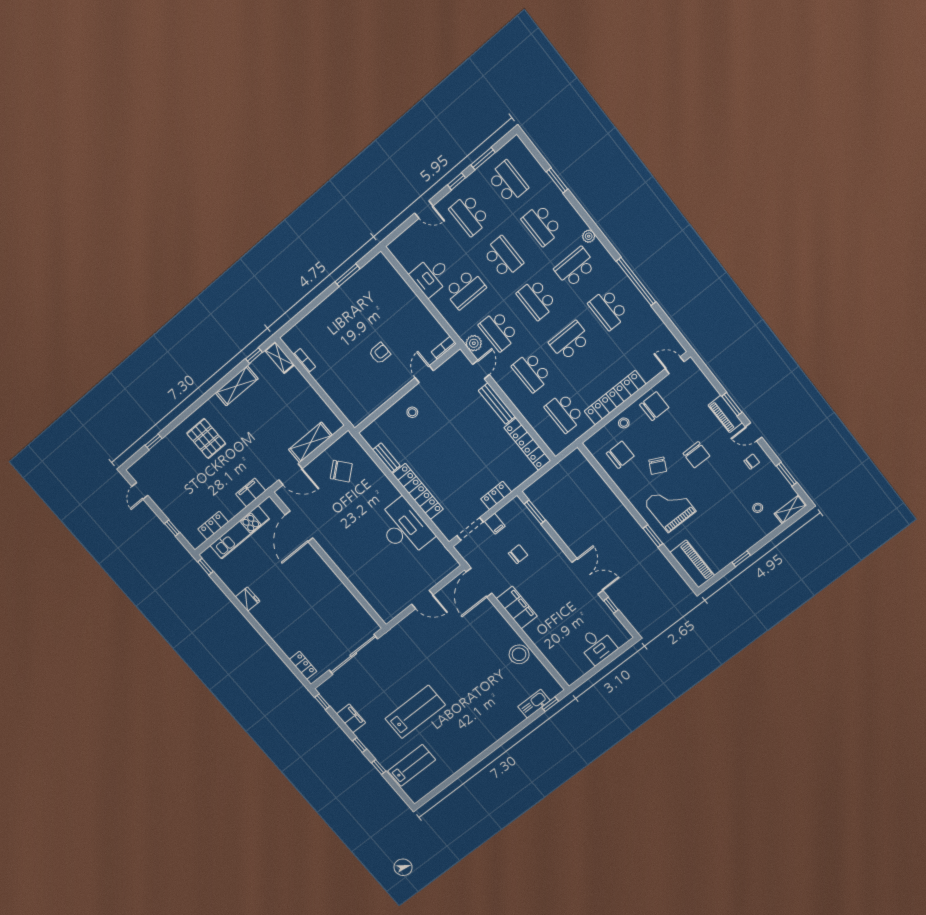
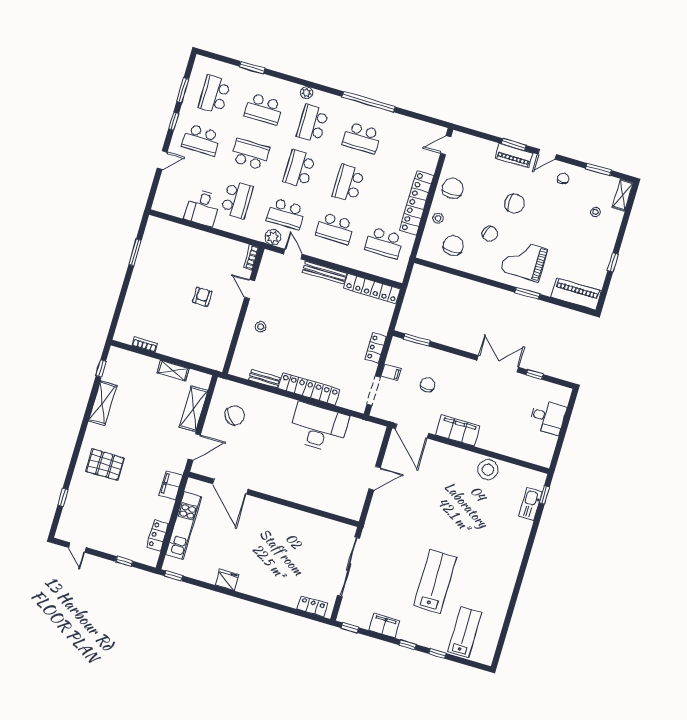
school desk: (508, 182) -> (214, 95), turned -90
school desk: (537, 299) -> (299, 169), turned 90
shelving: (280, 358) -> (173, 371), moved

